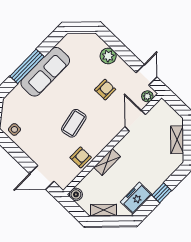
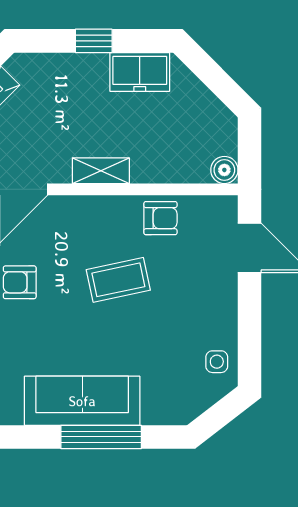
armchair: (81, 157) -> (160, 218), turned 180
shelving: (107, 162) -> (101, 171), moved
shelving: (103, 210) -> (207, 104), removed

